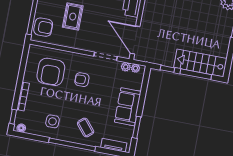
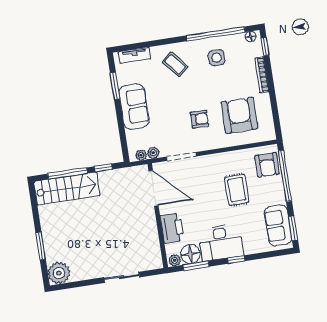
armchair: (43, 27) -> (267, 165), turned -90
window: (72, 144) -> (216, 34), moved

